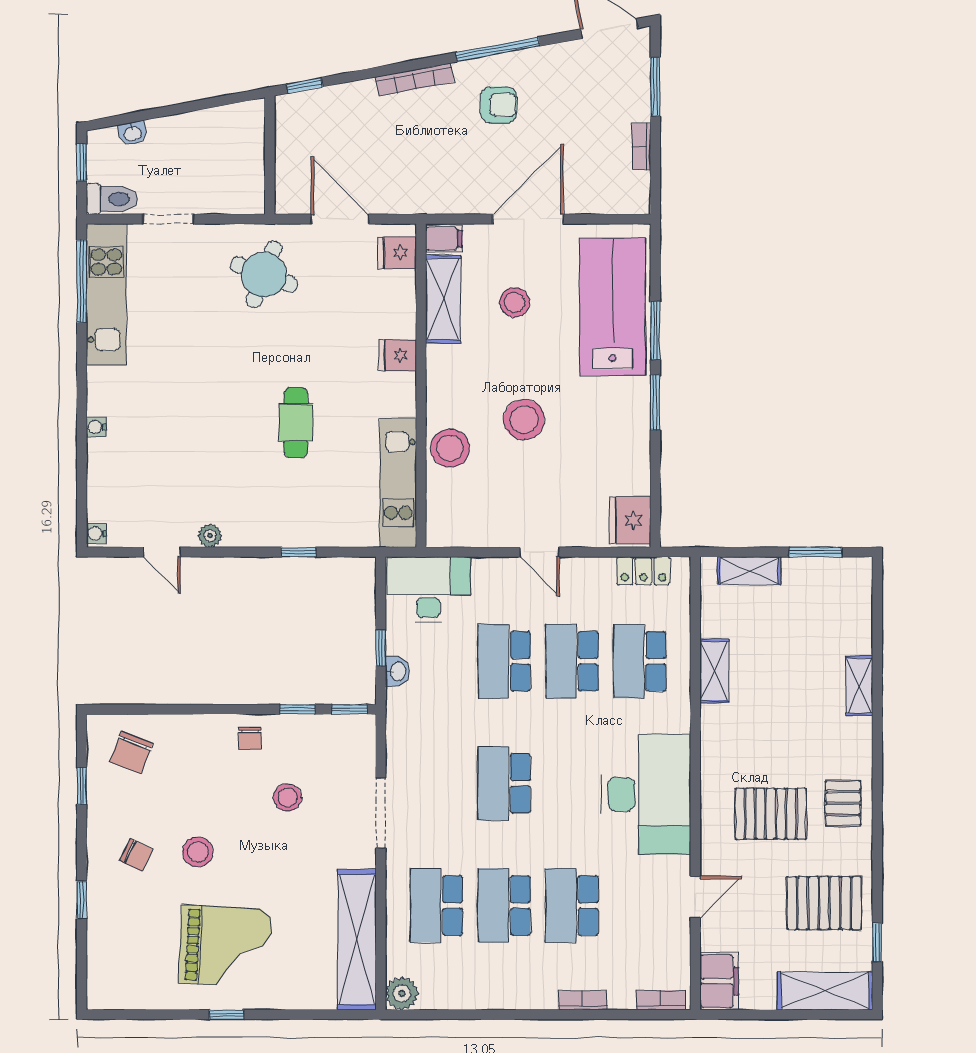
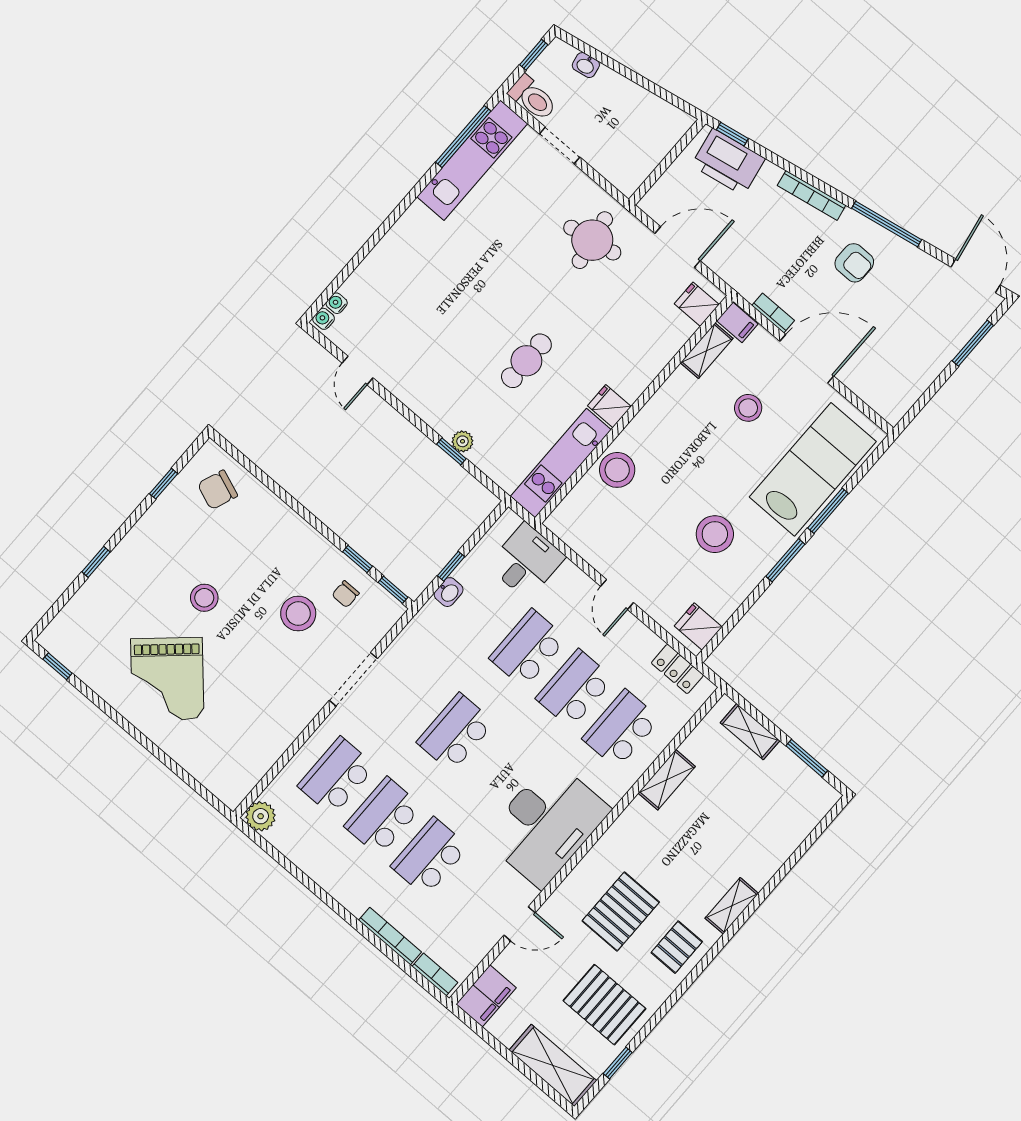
printer: (321, 112) -> (728, 162), added
bookcase: (641, 146) -> (773, 313), moved, turned 90
door: (340, 219) -> (677, 247), hinge flipped
round table: (264, 275) -> (592, 240), turned -31
shelving: (443, 299) -> (707, 351), width x0.67, depth x0.75
fridge: (398, 355) -> (609, 406), moved
stool: (524, 419) -> (715, 534), moved
water cooler: (96, 427) -> (337, 303), moved
fridge: (630, 520) -> (698, 626), width x0.72
plant: (210, 536) -> (463, 441), moved
desk: (428, 590) -> (526, 561), width x0.73
shelving: (859, 686) -> (732, 906), moved
chair: (250, 738) -> (346, 594), moved
stool: (287, 797) -> (298, 614), width x1.38, depth x1.38
pallet: (771, 814) -> (621, 911), turned 90
chair: (136, 855) -> (160, 563), removed
shelving: (357, 940) -> (262, 752), removed
grand piano: (225, 946) -> (167, 679), turned 45
bookcase: (583, 1000) -> (390, 936), width x1.56
window: (227, 1015) -> (58, 666), moved

